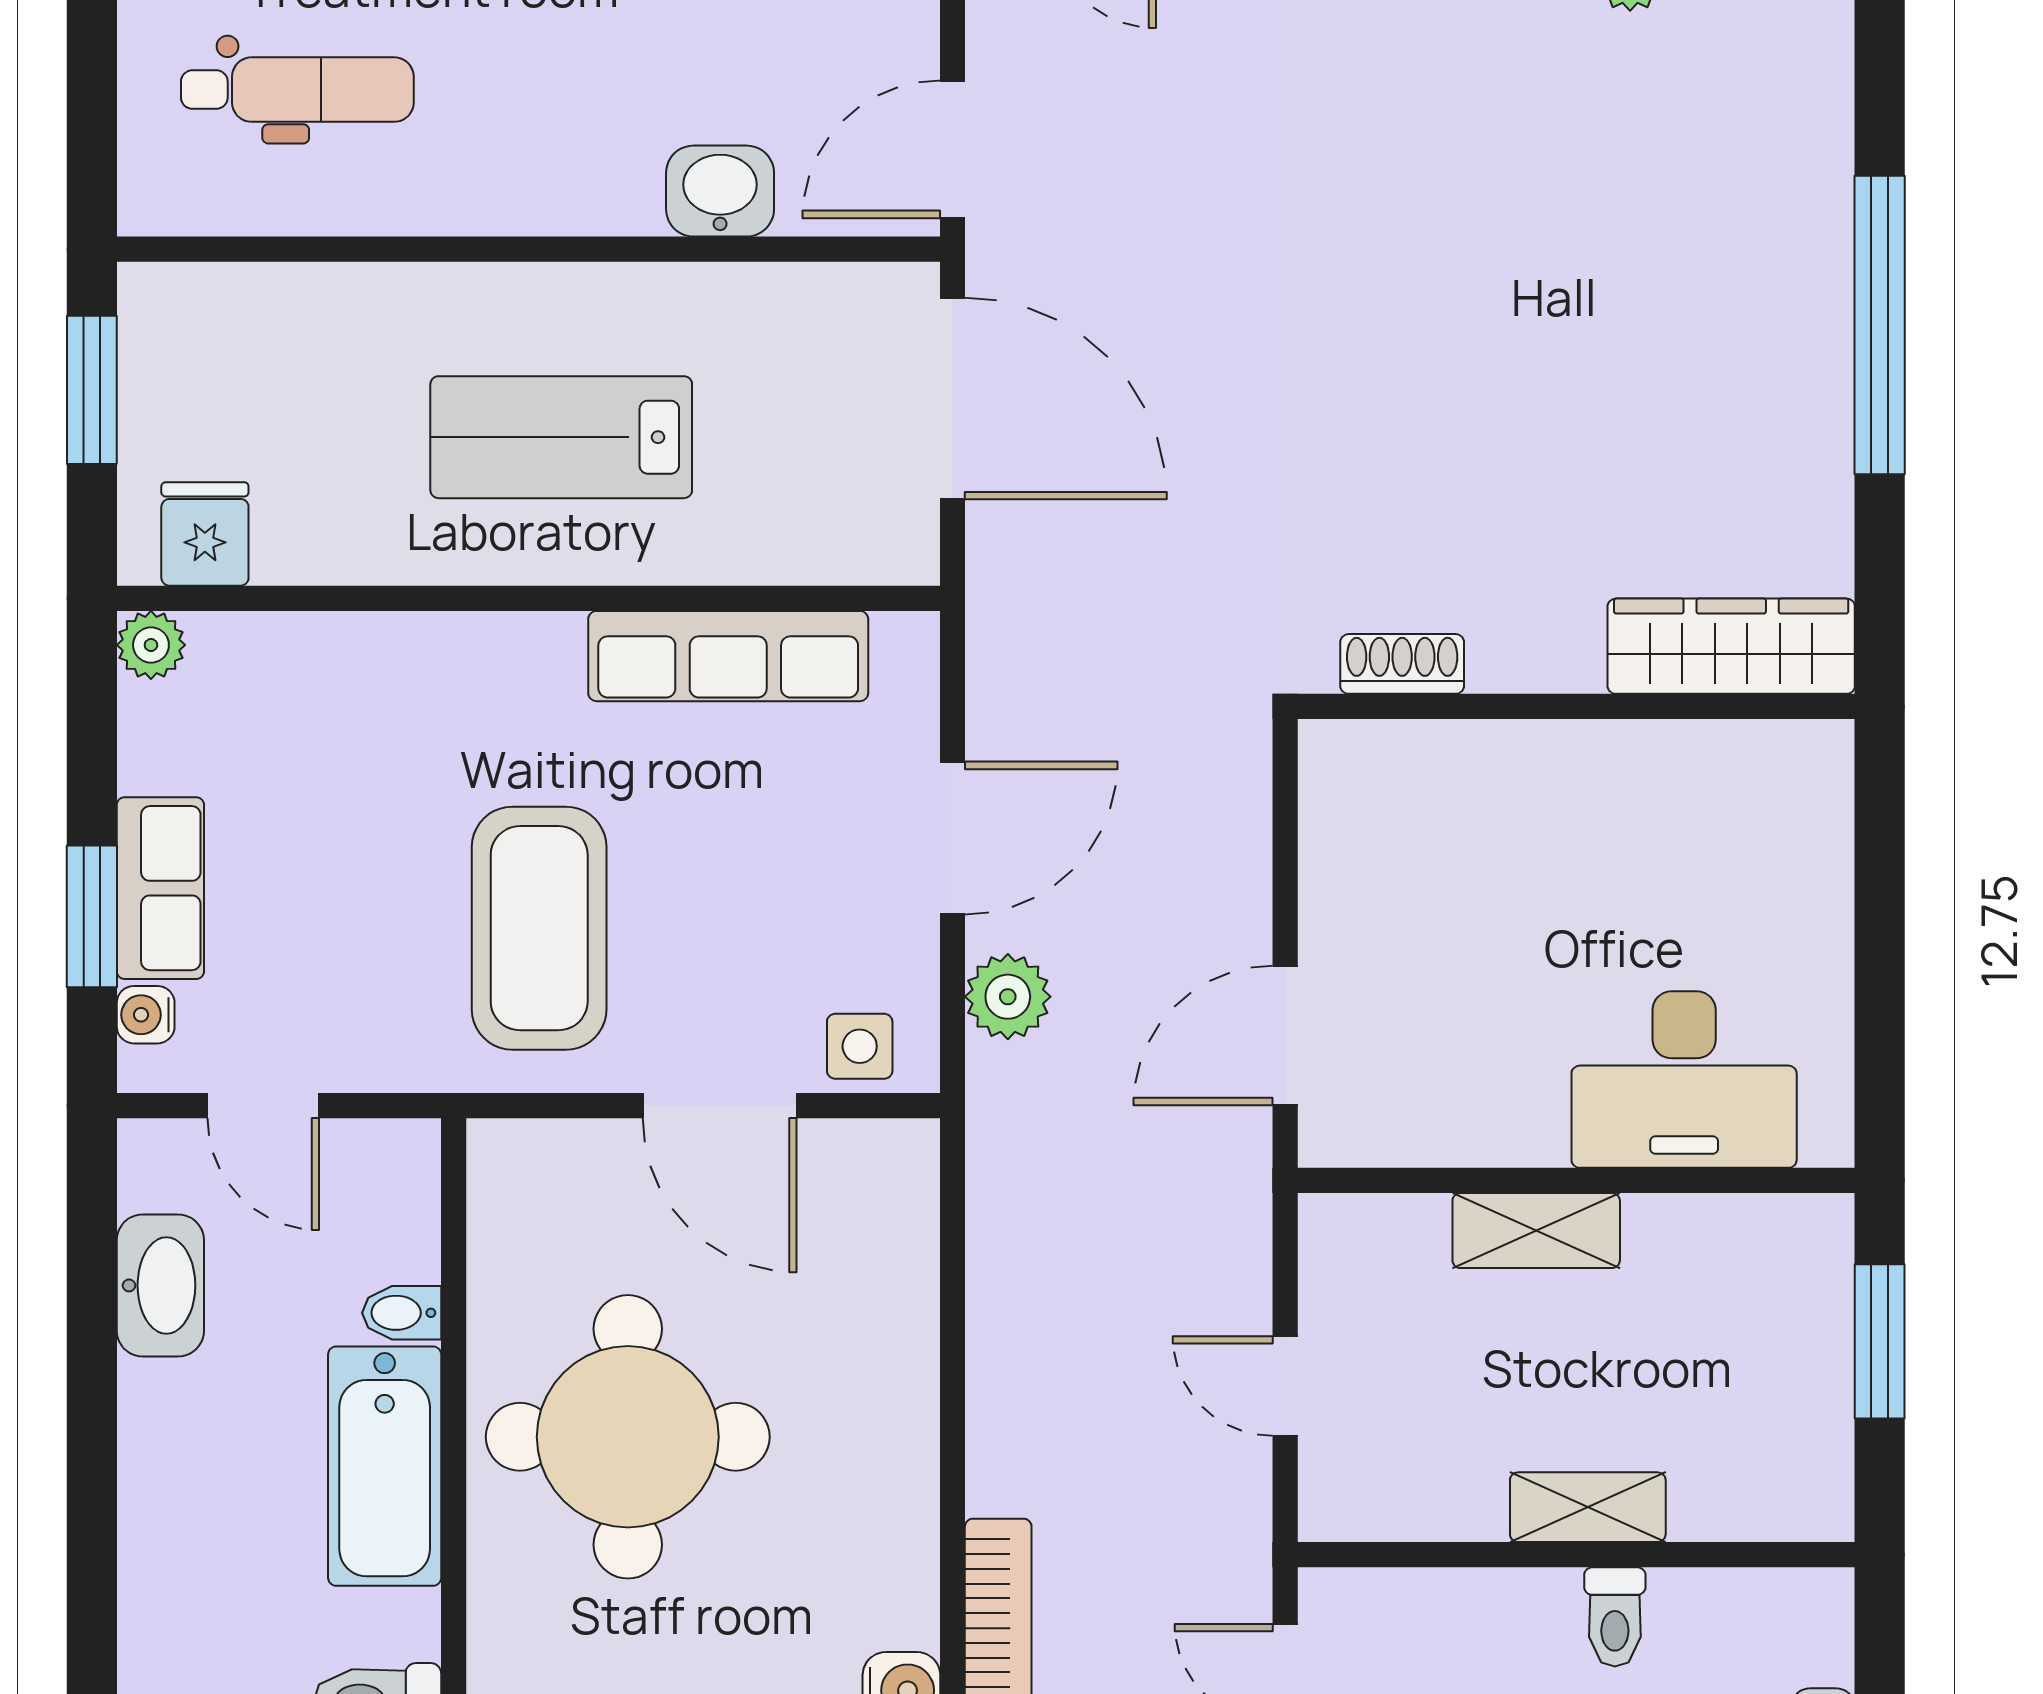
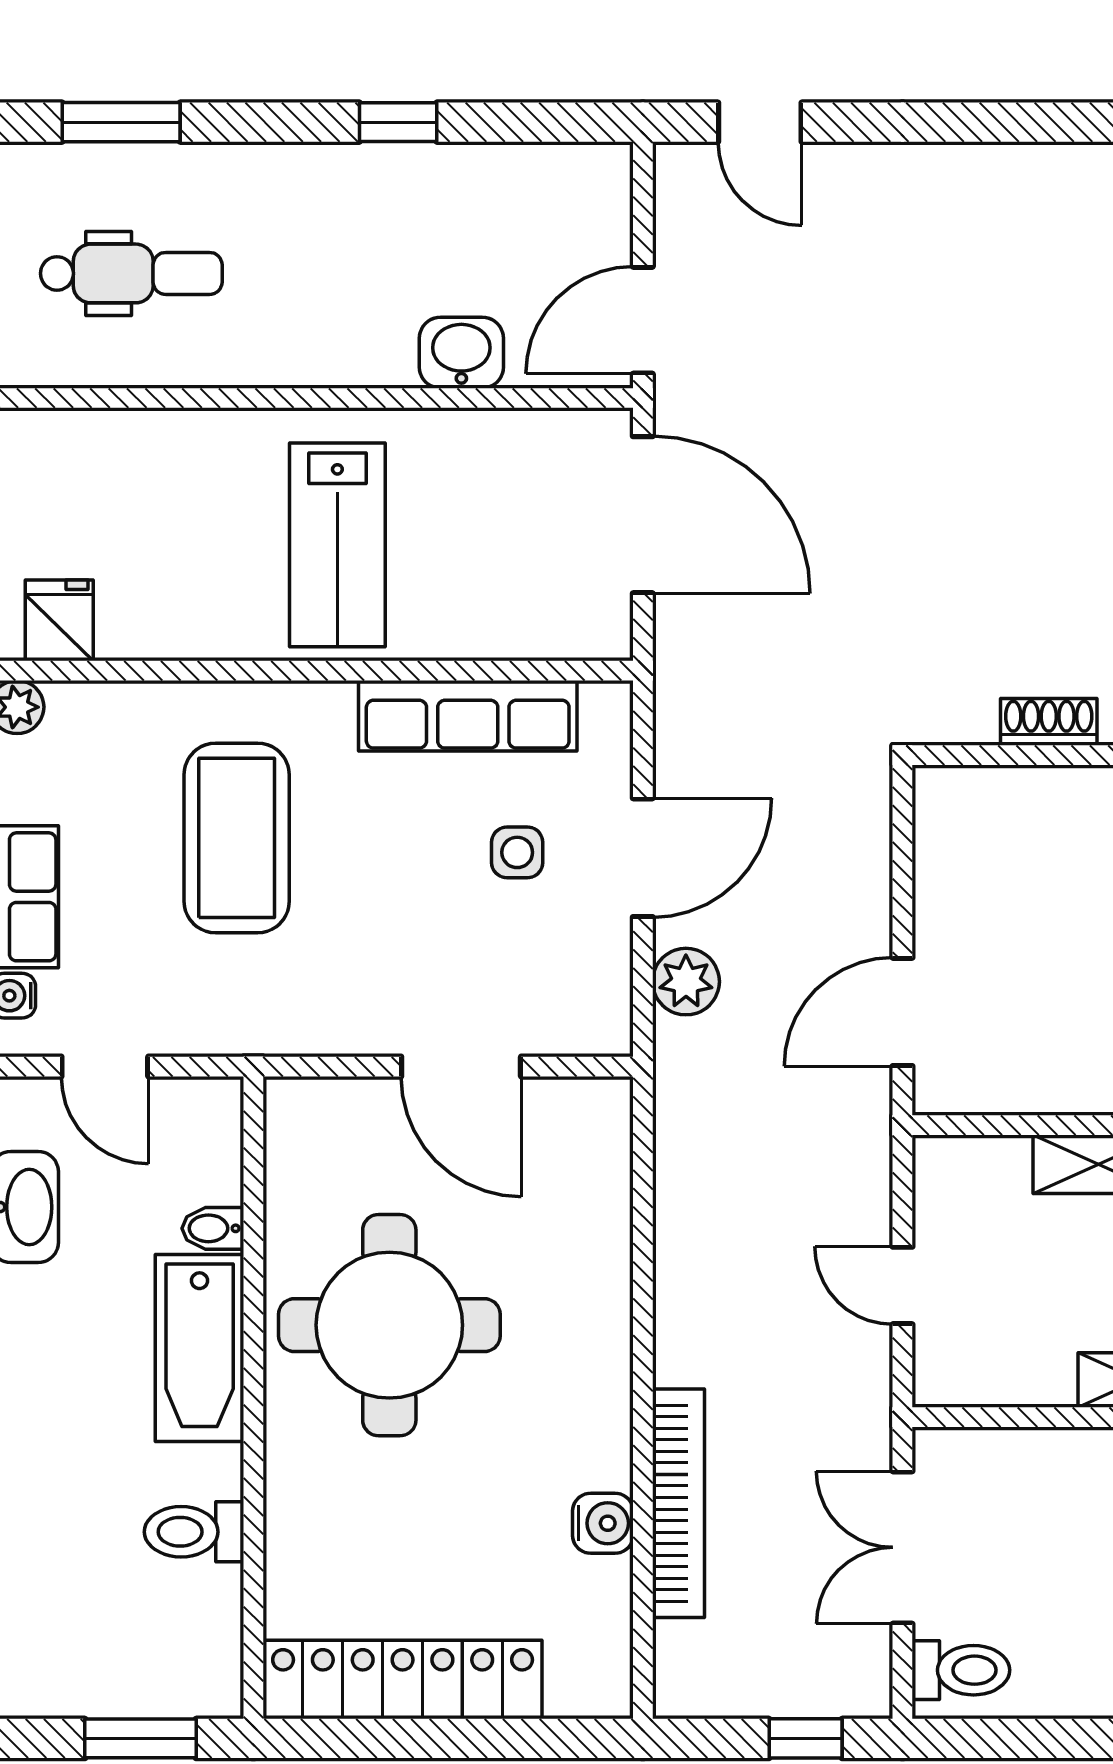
lab bench: (561, 437) -> (337, 545), turned -90
shoe rack: (1402, 664) -> (1049, 722), moved
coffee table: (539, 928) -> (237, 838), moved
side table: (860, 1046) -> (517, 852), moved

